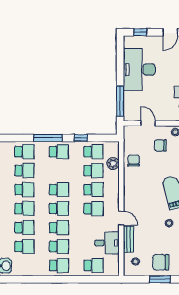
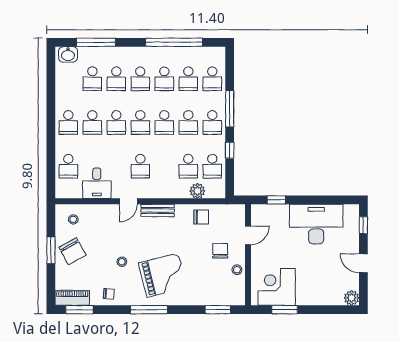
window: (120, 101) -> (276, 200), width x0.46
school desk: (94, 190) -> (188, 122), moved
bench: (128, 239) -> (158, 210), moved
chair: (161, 262) -> (72, 251), turned 151

